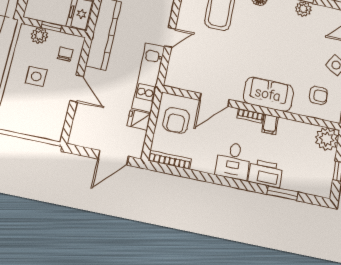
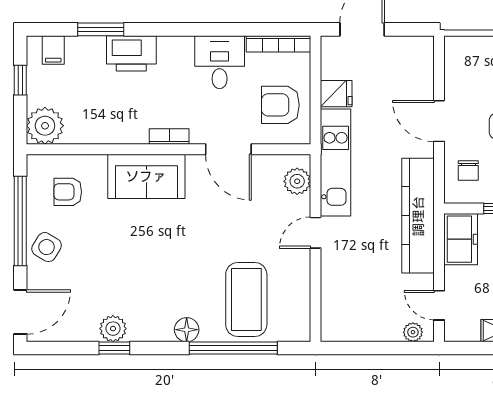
plant: (175, 71) -> (297, 181), added
door: (214, 100) -> (228, 149), swing flipped
armchair: (176, 120) -> (280, 105), turned -90
filing cabinet: (270, 124) -> (53, 50), moved, turned 180
desk: (233, 161) -> (220, 62), moved

